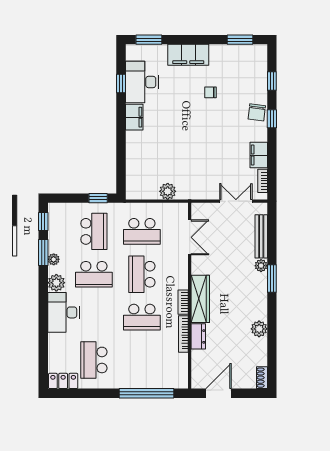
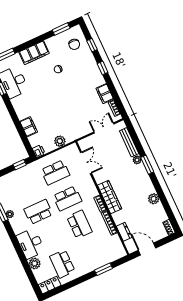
chair: (257, 112) -> (74, 44), moved
filing cabinet: (134, 117) -> (29, 127), moved
printer: (133, 192) -> (39, 151), added
school desk: (94, 231) -> (26, 186), removed
school desk: (94, 274) -> (38, 212), turned 180
school desk: (142, 274) -> (67, 198), turned -90
plant: (56, 283) -> (35, 263), moved
school desk: (142, 317) -> (79, 224), turned -90
dresser: (198, 336) -> (124, 232), moved
window: (147, 393) -> (103, 269), width x0.47
door: (219, 393) -> (147, 249), hinge flipped

